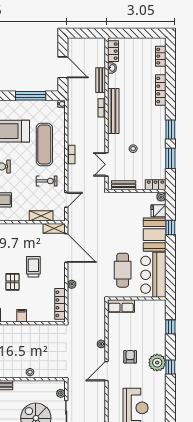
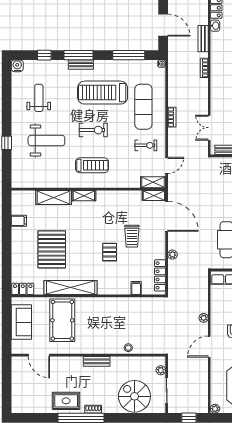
bench: (113, 111) -> (216, 71), removed
shelving: (41, 216) -> (153, 182), moved
trolley: (33, 267) -> (132, 236), turned 180
filing cabinet: (22, 316) -> (136, 288), moved

